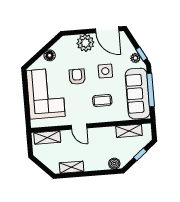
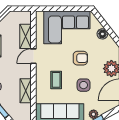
shelving: (129, 131) -> (26, 91), moved
shelving: (47, 137) -> (25, 36), moved

